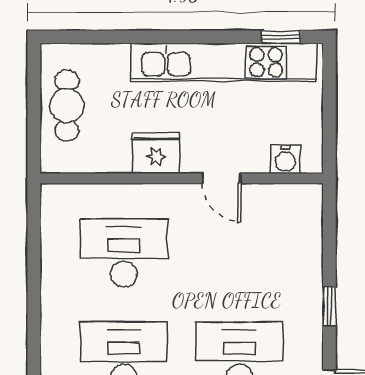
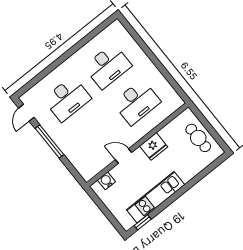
kitchen unit: (223, 62) -> (156, 197), width x0.73
window: (329, 306) -> (50, 142), width x2.17

